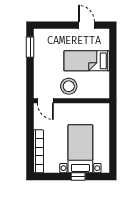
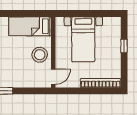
bed: (87, 61) -> (30, 26), moved, turned 90
bed with nightstands: (80, 149) -> (83, 39), moved, turned -90

